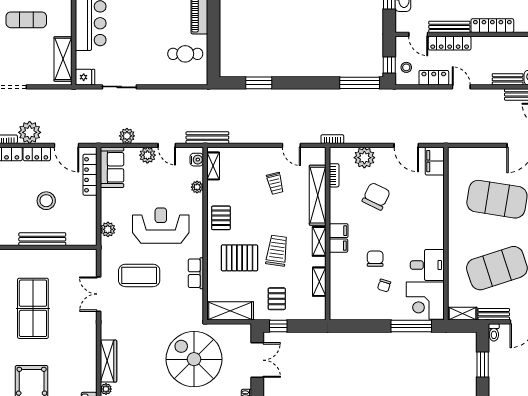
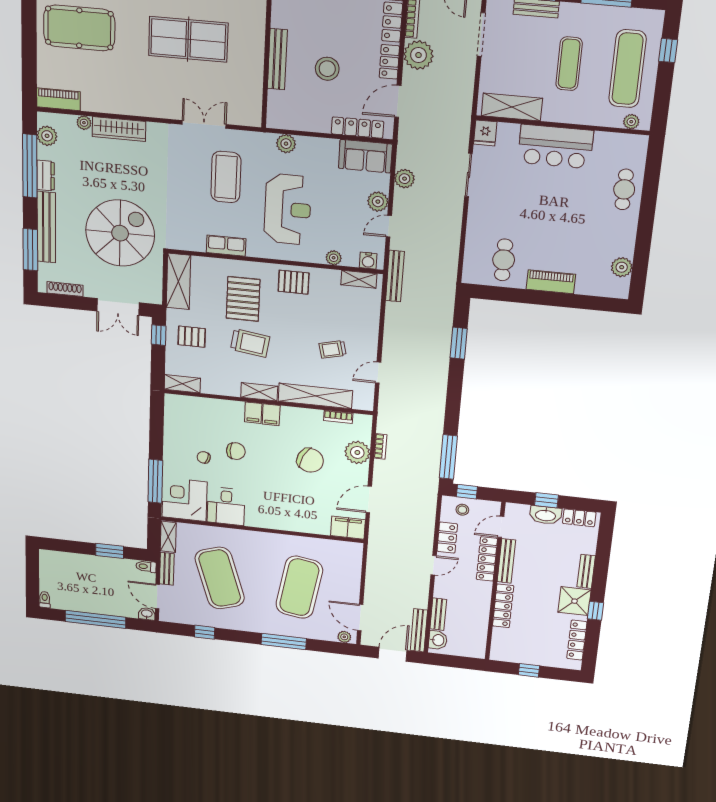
bookcase: (332, 139) -> (380, 446), moved
shelving: (319, 282) -> (182, 384), moved

